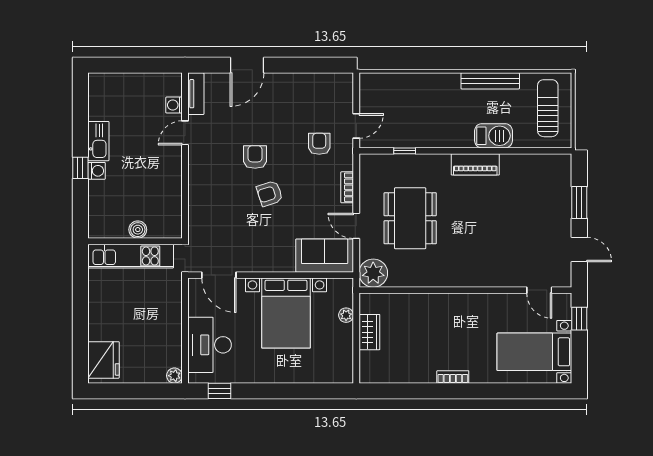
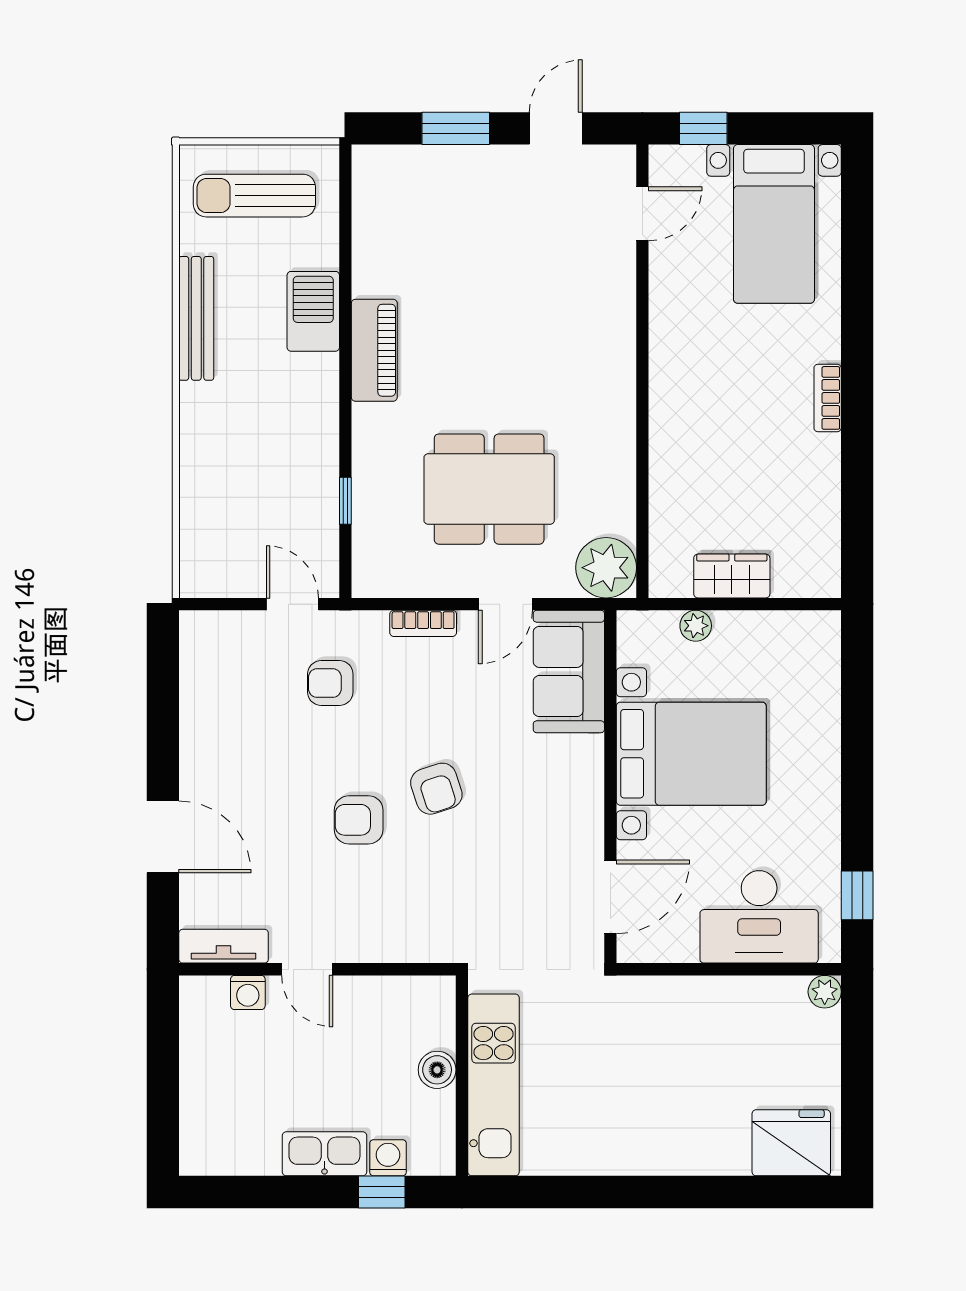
boiler: (138, 230) -> (437, 1070), moved
wall: (135, 241) -> (462, 1076), moved
kitchen unit: (131, 256) -> (493, 1085), moved

